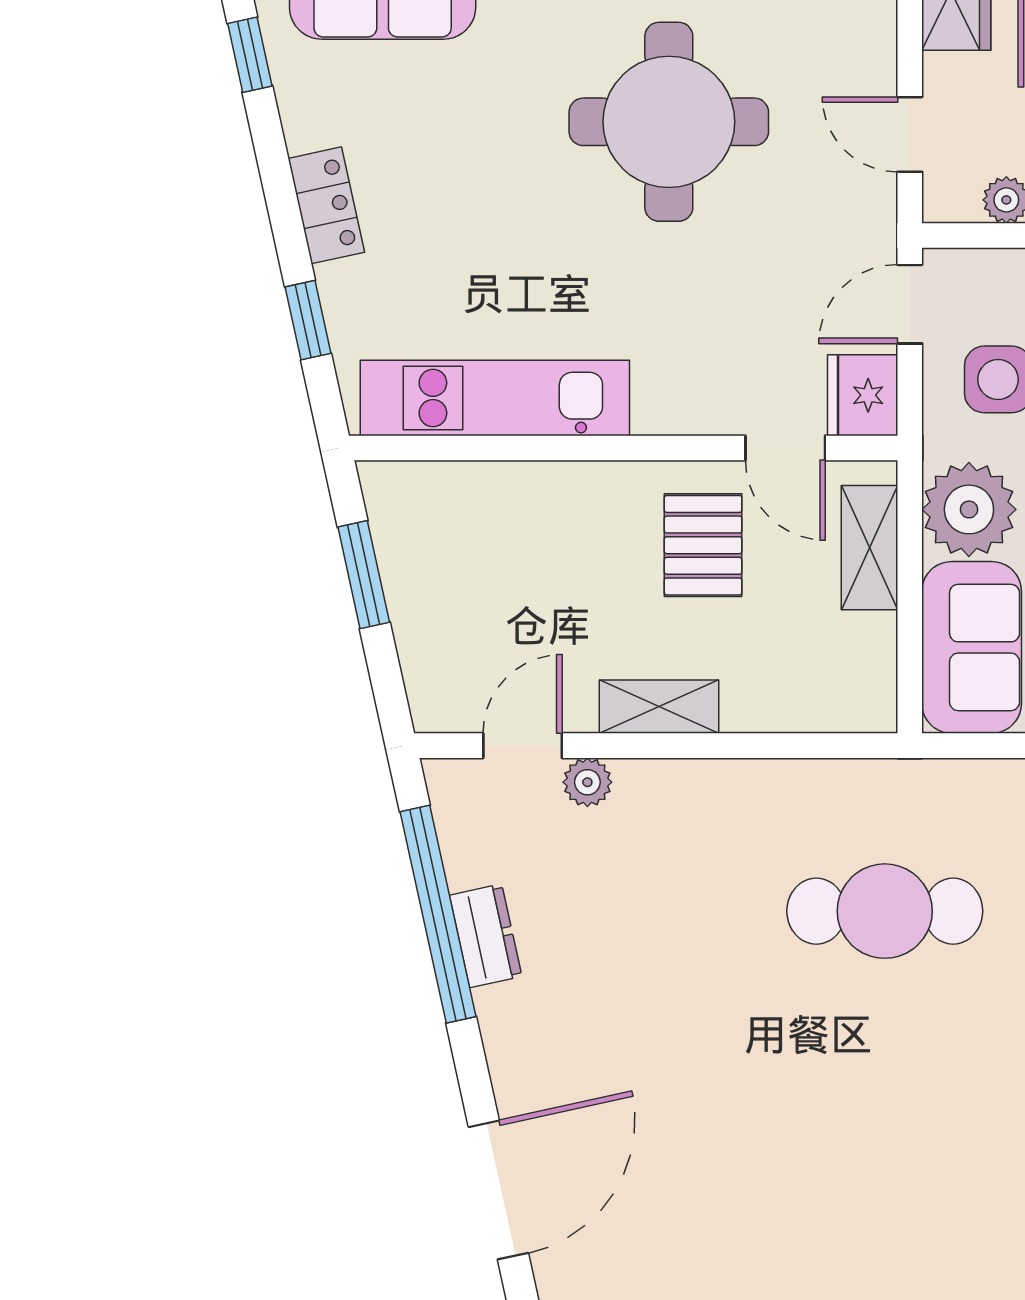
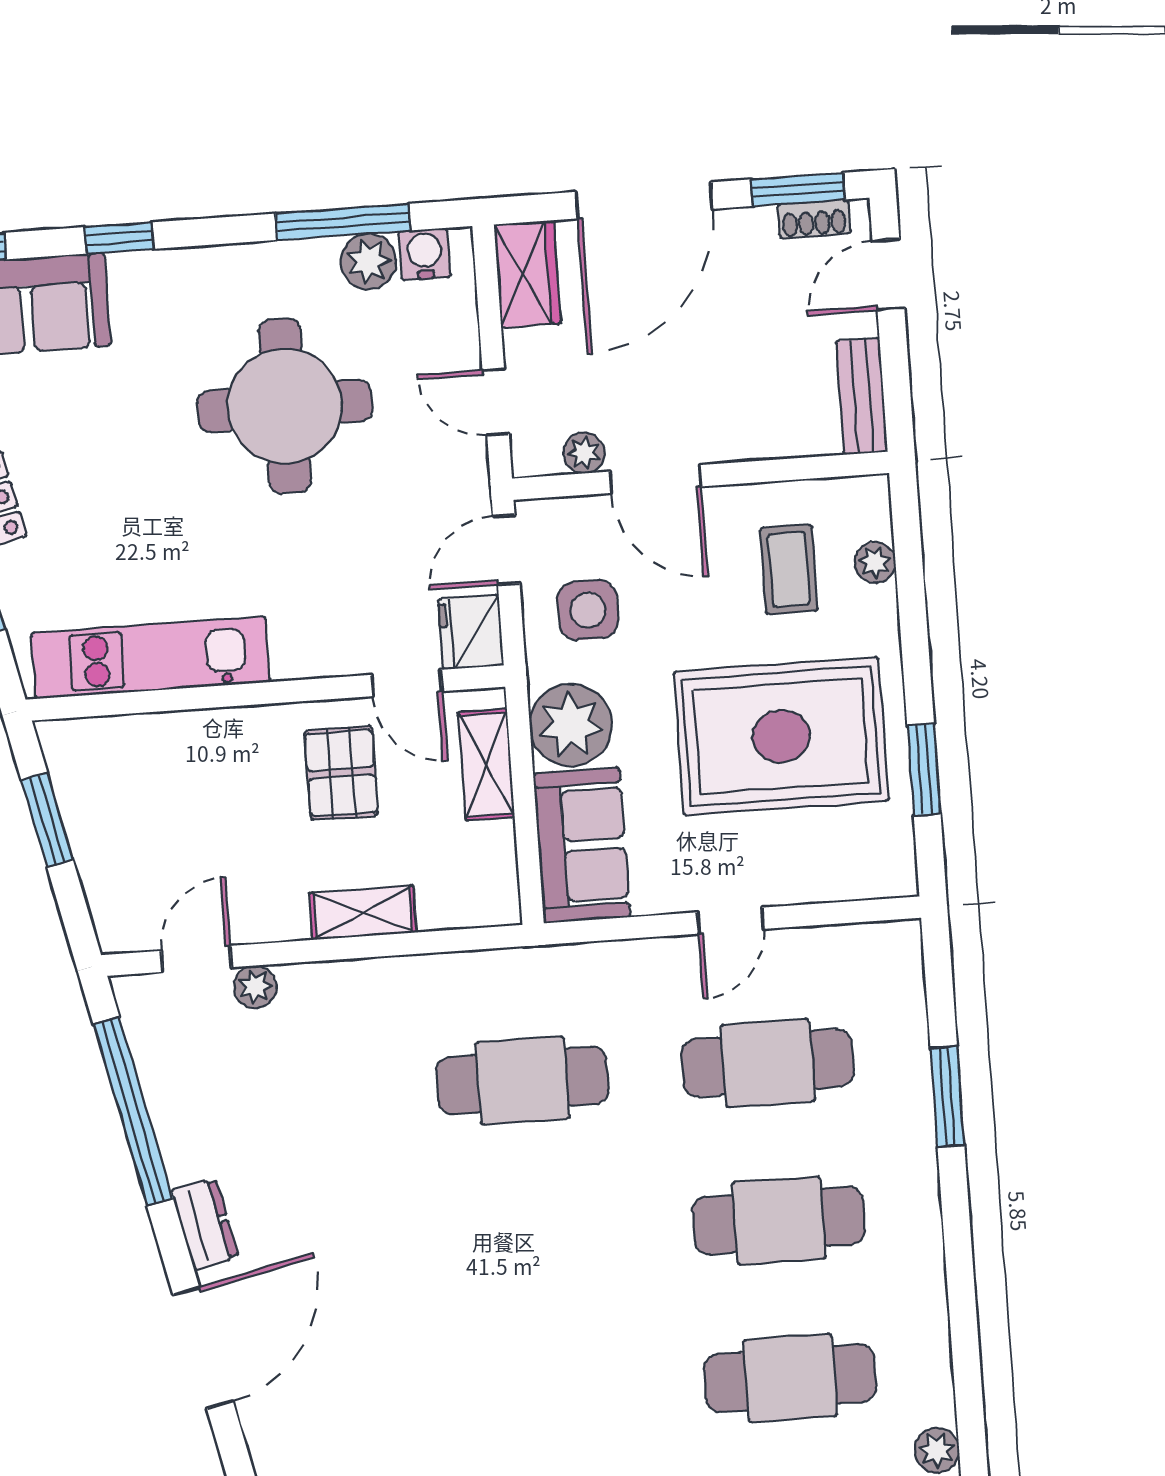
shelving: (659, 707) -> (363, 913), moved
dresser: (486, 936) -> (205, 1224), moved

